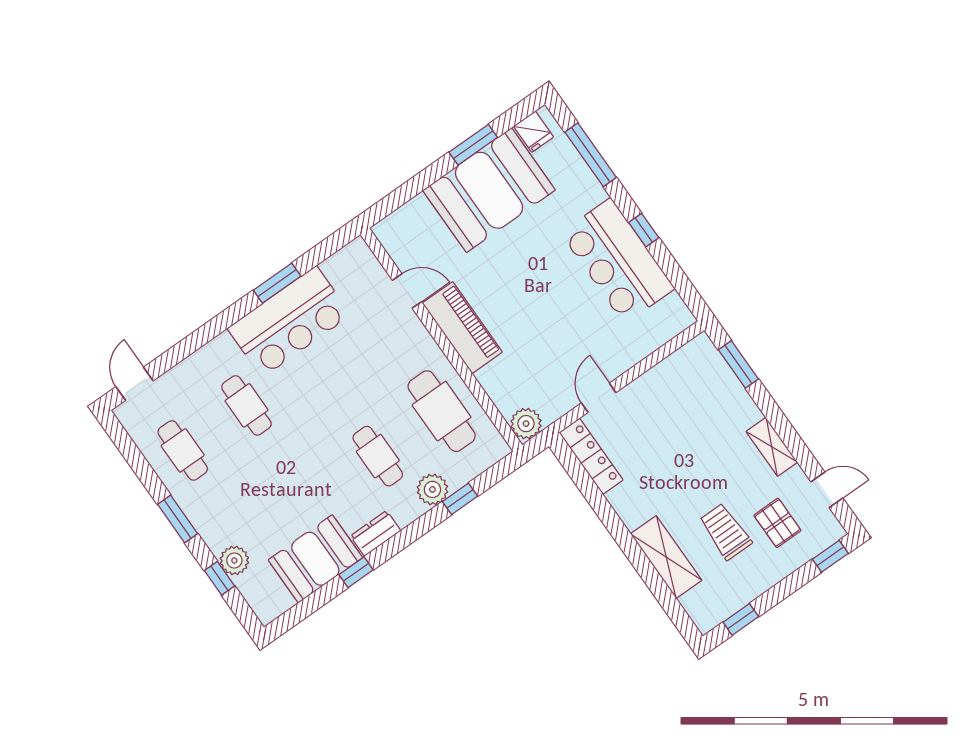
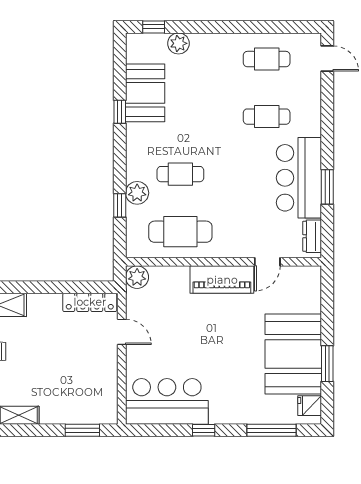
bar counter: (618, 261) -> (167, 401), moved
window: (178, 519) -> (227, 27), removed
dresser: (376, 533) -> (312, 236), moved, turned 180
window: (219, 578) -> (154, 27), moved

